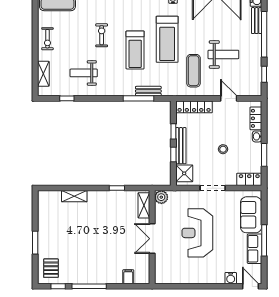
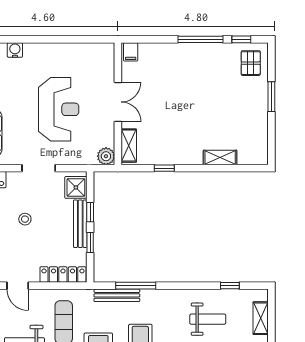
bench: (148, 91) -> (117, 295), width x1.36
filing cabinet: (128, 277) -> (131, 52), moved

